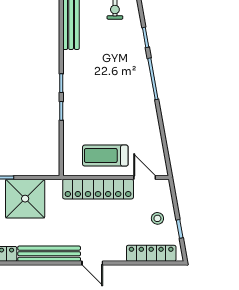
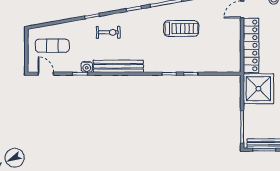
treadmill: (105, 156) -> (181, 29), moved, turned -90
shower: (25, 199) -> (258, 89), moved

